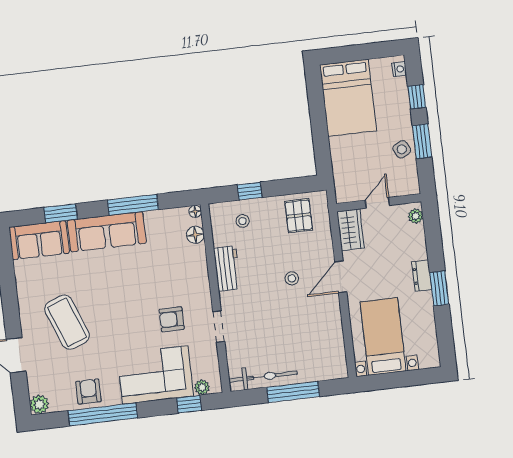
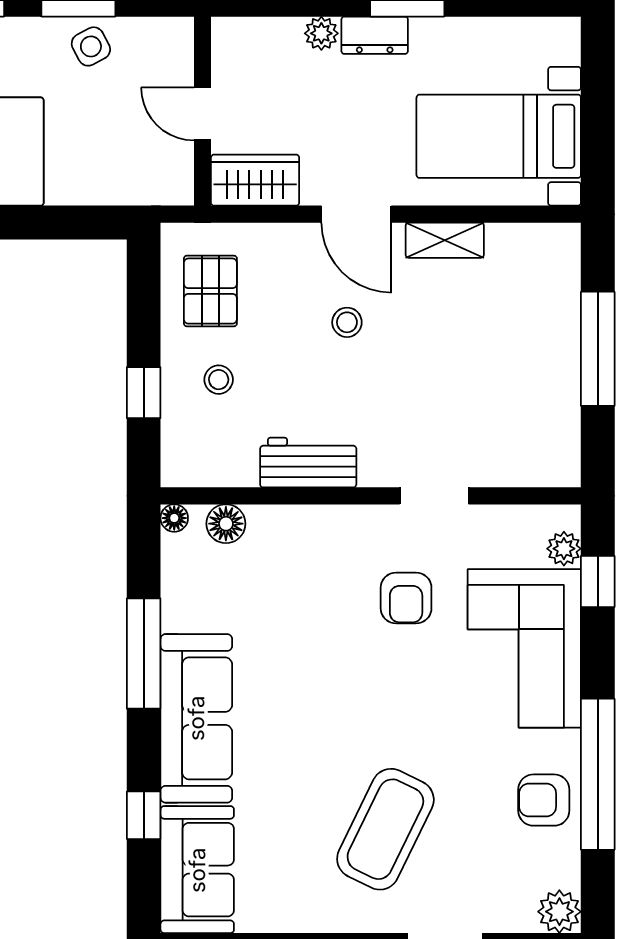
window: (61, 213) -> (144, 815), width x0.67
pallet: (299, 216) -> (210, 291), turned 90
plant: (416, 216) -> (321, 33), moved
stool: (243, 221) -> (219, 380), moved
shelving: (334, 318) -> (445, 240), added
coffee table: (67, 322) -> (385, 829), turned -43
bicycle: (263, 377) -> (556, 411), removed

